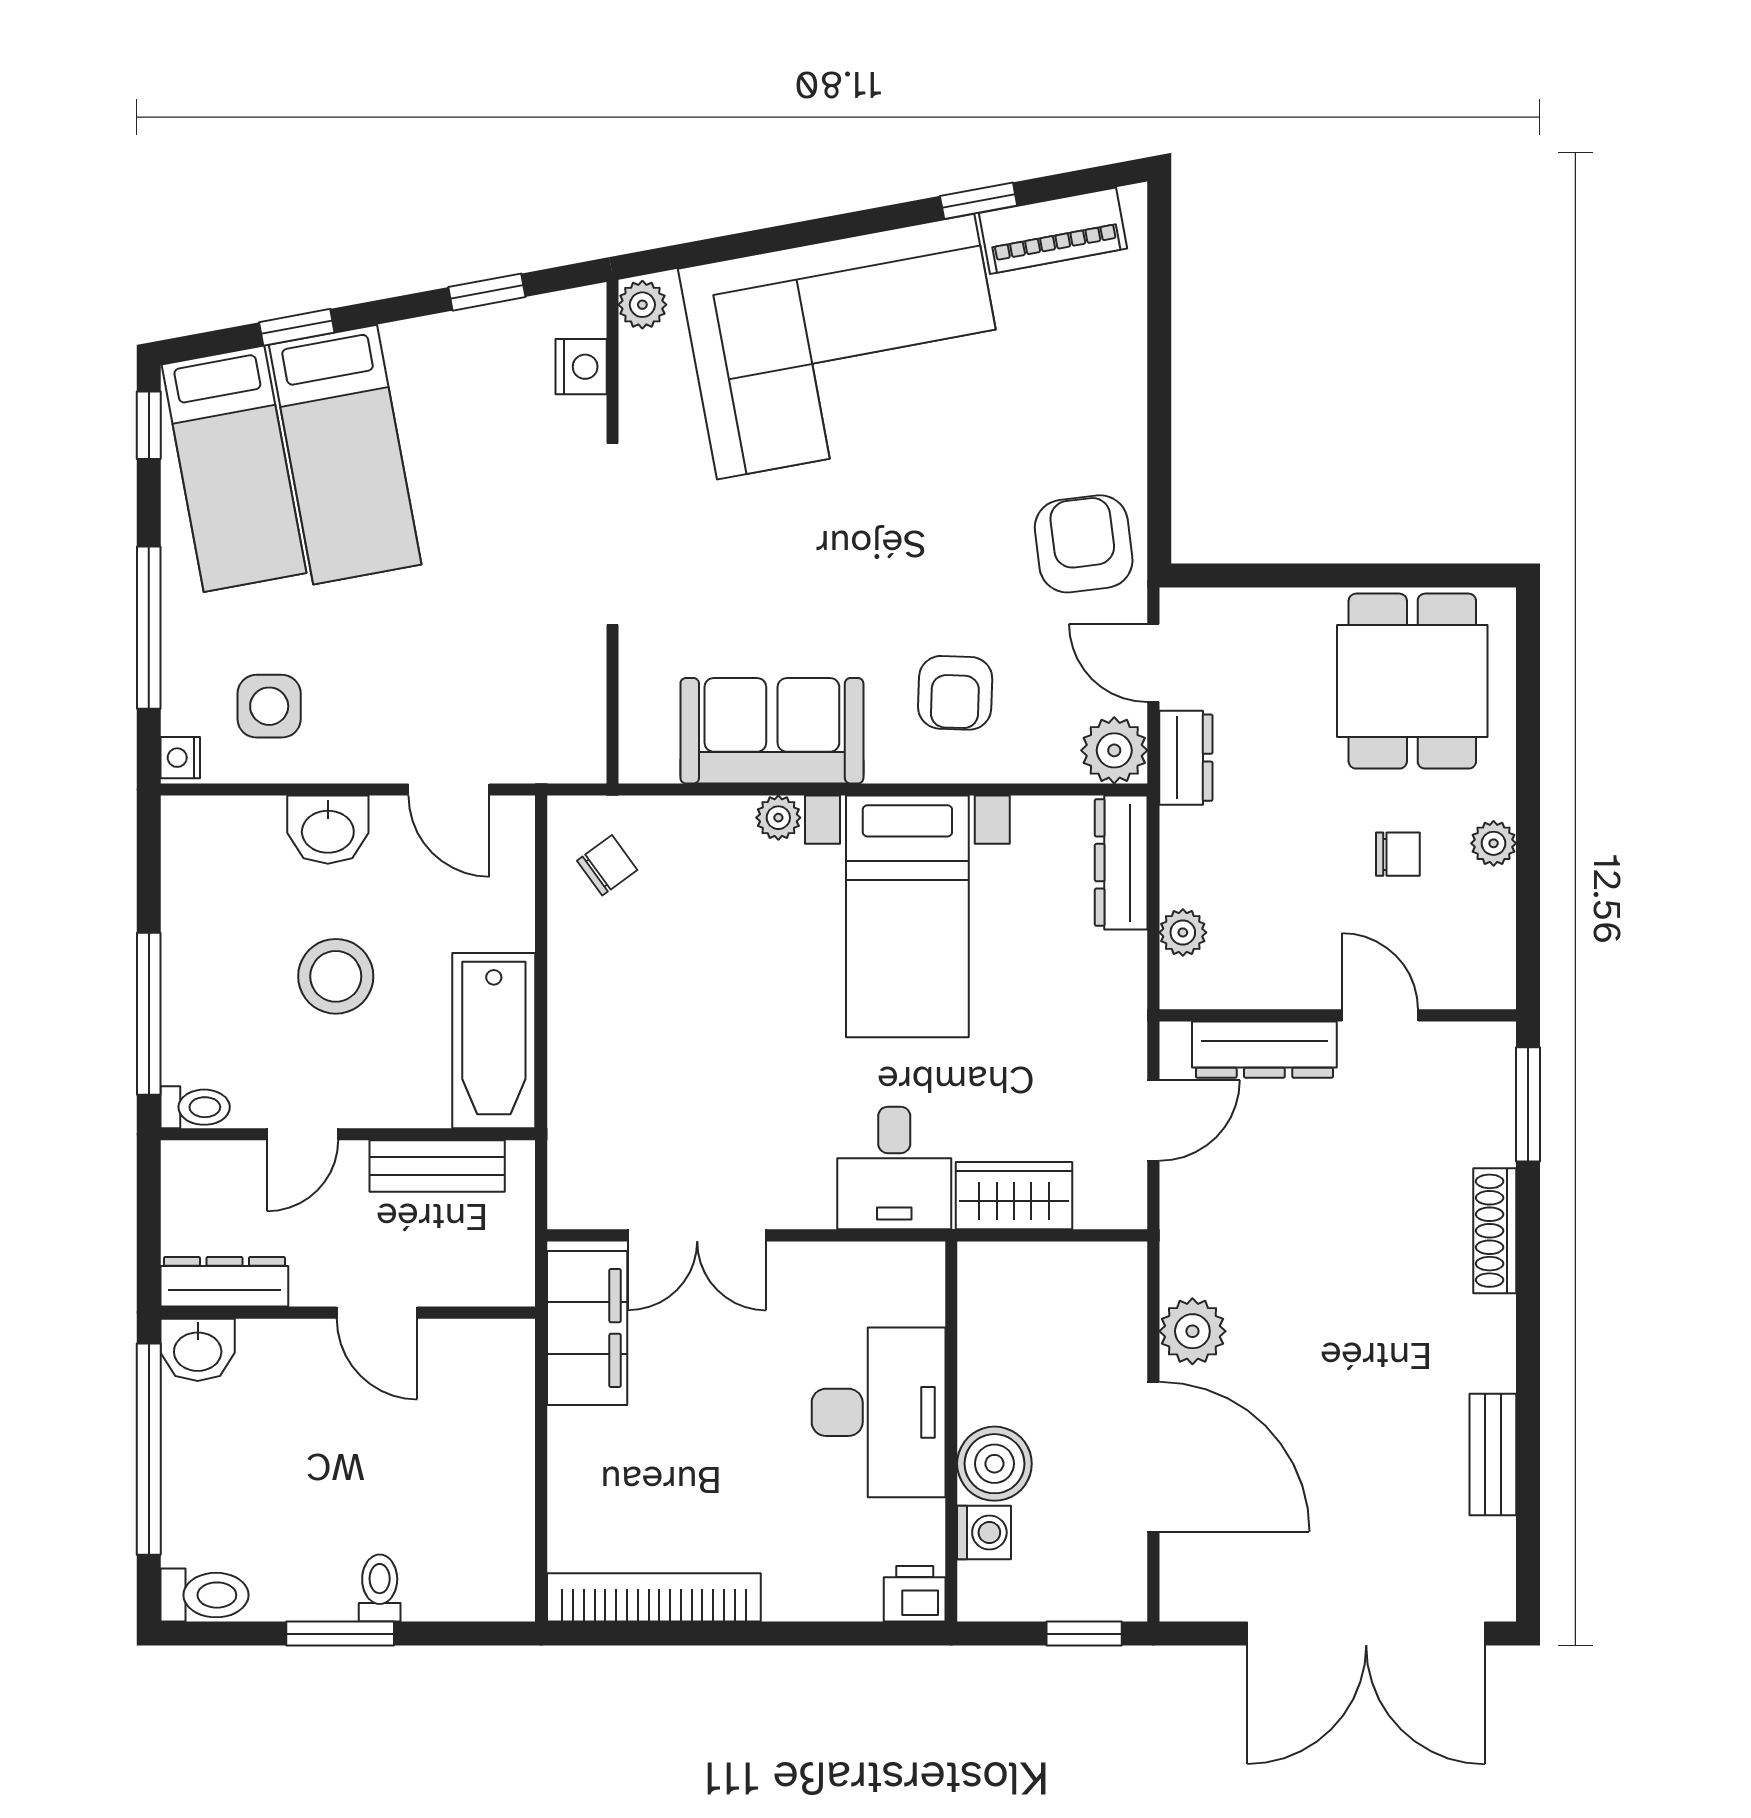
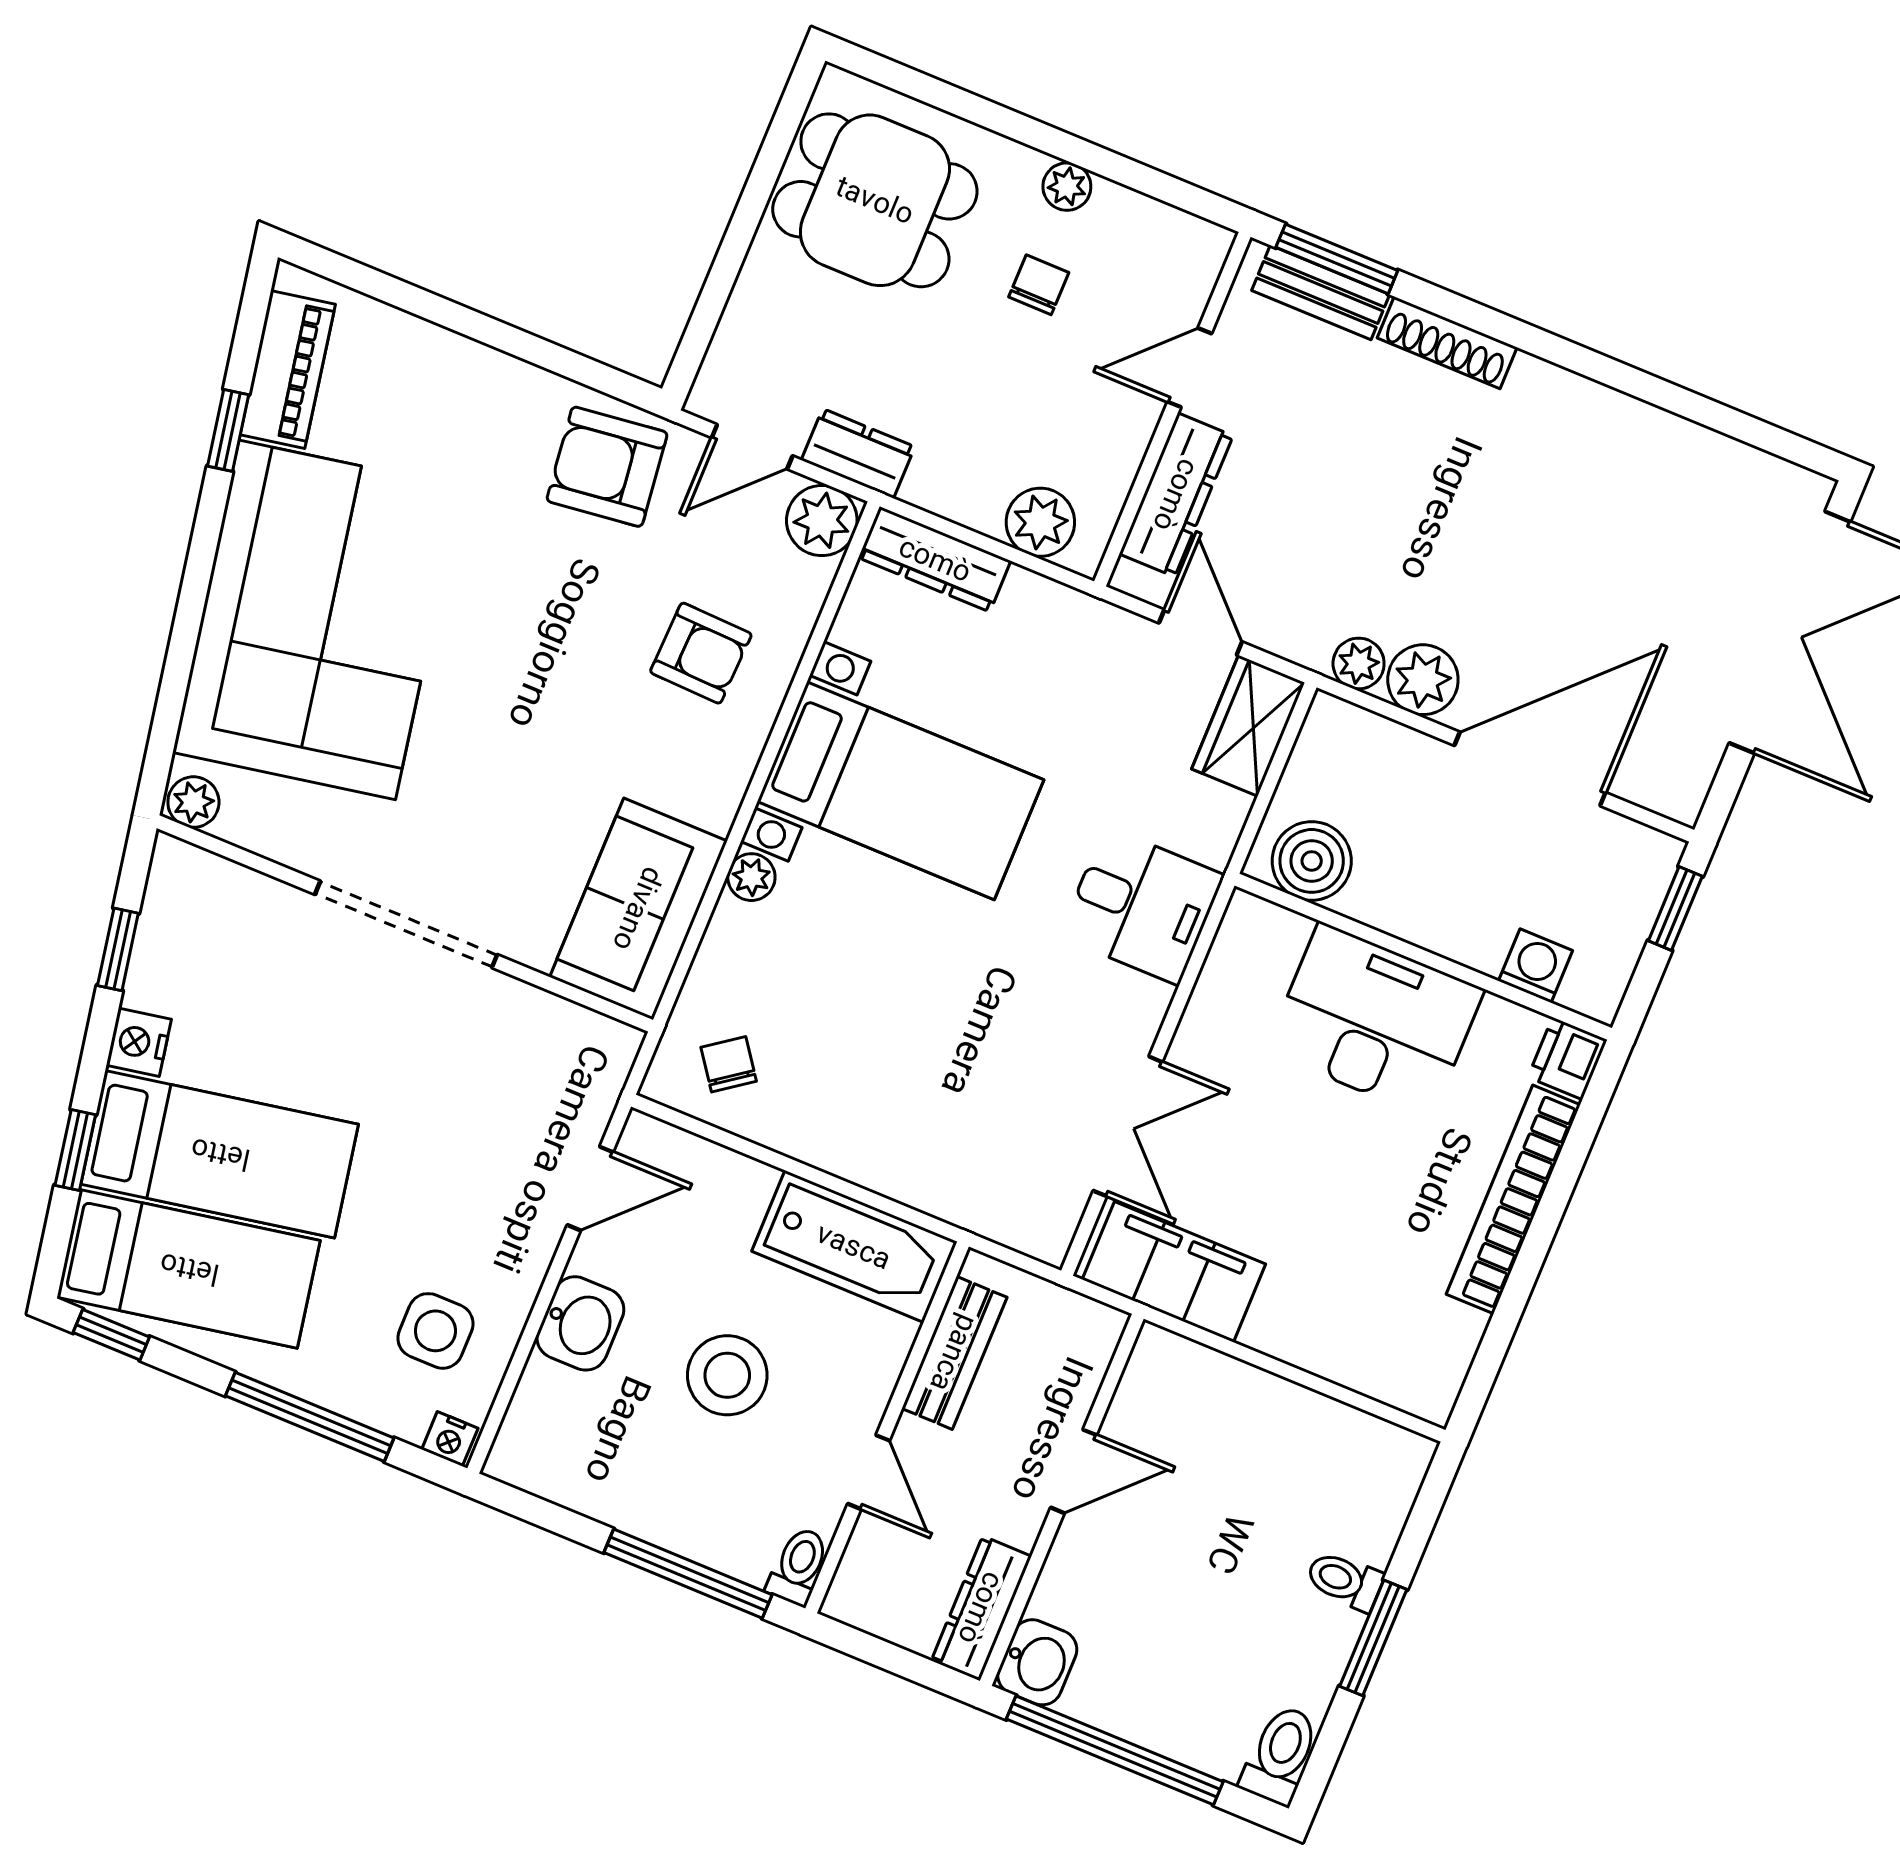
nightstand: (581, 367) -> (139, 1042), moved, turned -101
sofa: (772, 731) -> (638, 909), moved
plant: (1183, 932) -> (1040, 522), width x1.38, depth x1.38
wardrobe: (1014, 1196) -> (1248, 726), moved
plant: (1183, 1269) -> (1359, 664), added
bench: (1493, 1454) -> (1321, 293), moved
boiler: (994, 1464) -> (1312, 861), moved
bookcase: (654, 1597) -> (1513, 1199), moved

